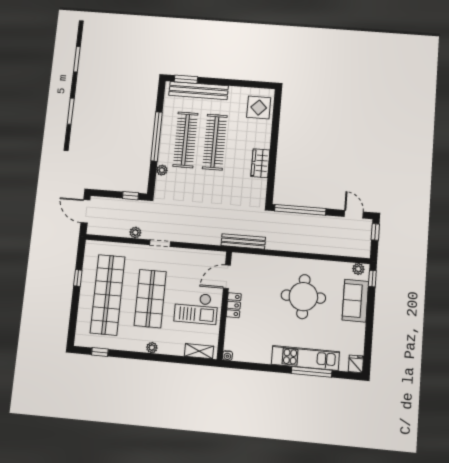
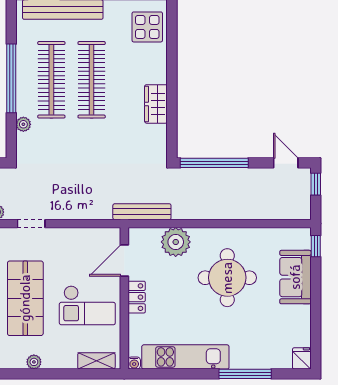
plant: (358, 269) -> (176, 242), moved, width x1.87, depth x1.87
kitchen unit: (305, 358) -> (185, 357), moved

